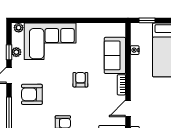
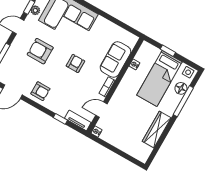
window: (147, 20) -> (168, 51), moved
armchair: (32, 94) -> (40, 51), moved

